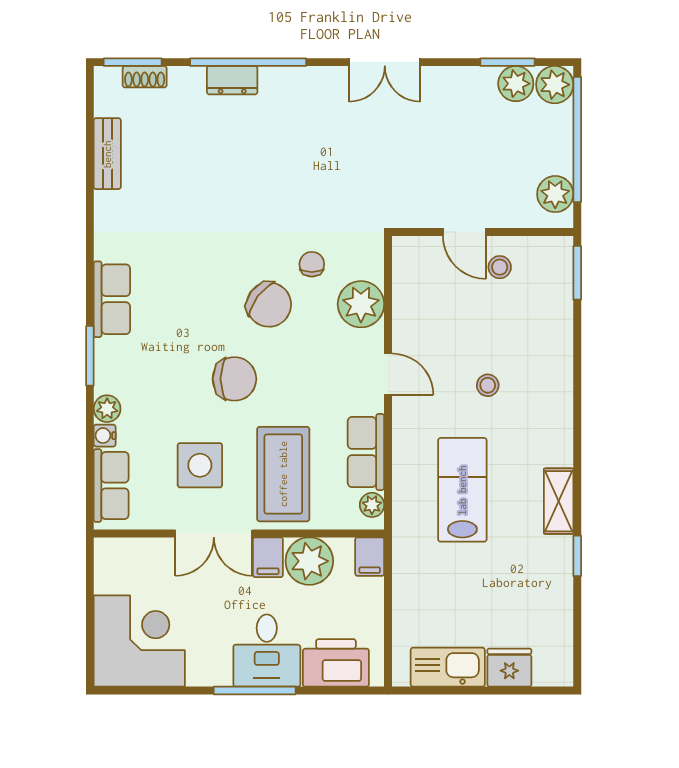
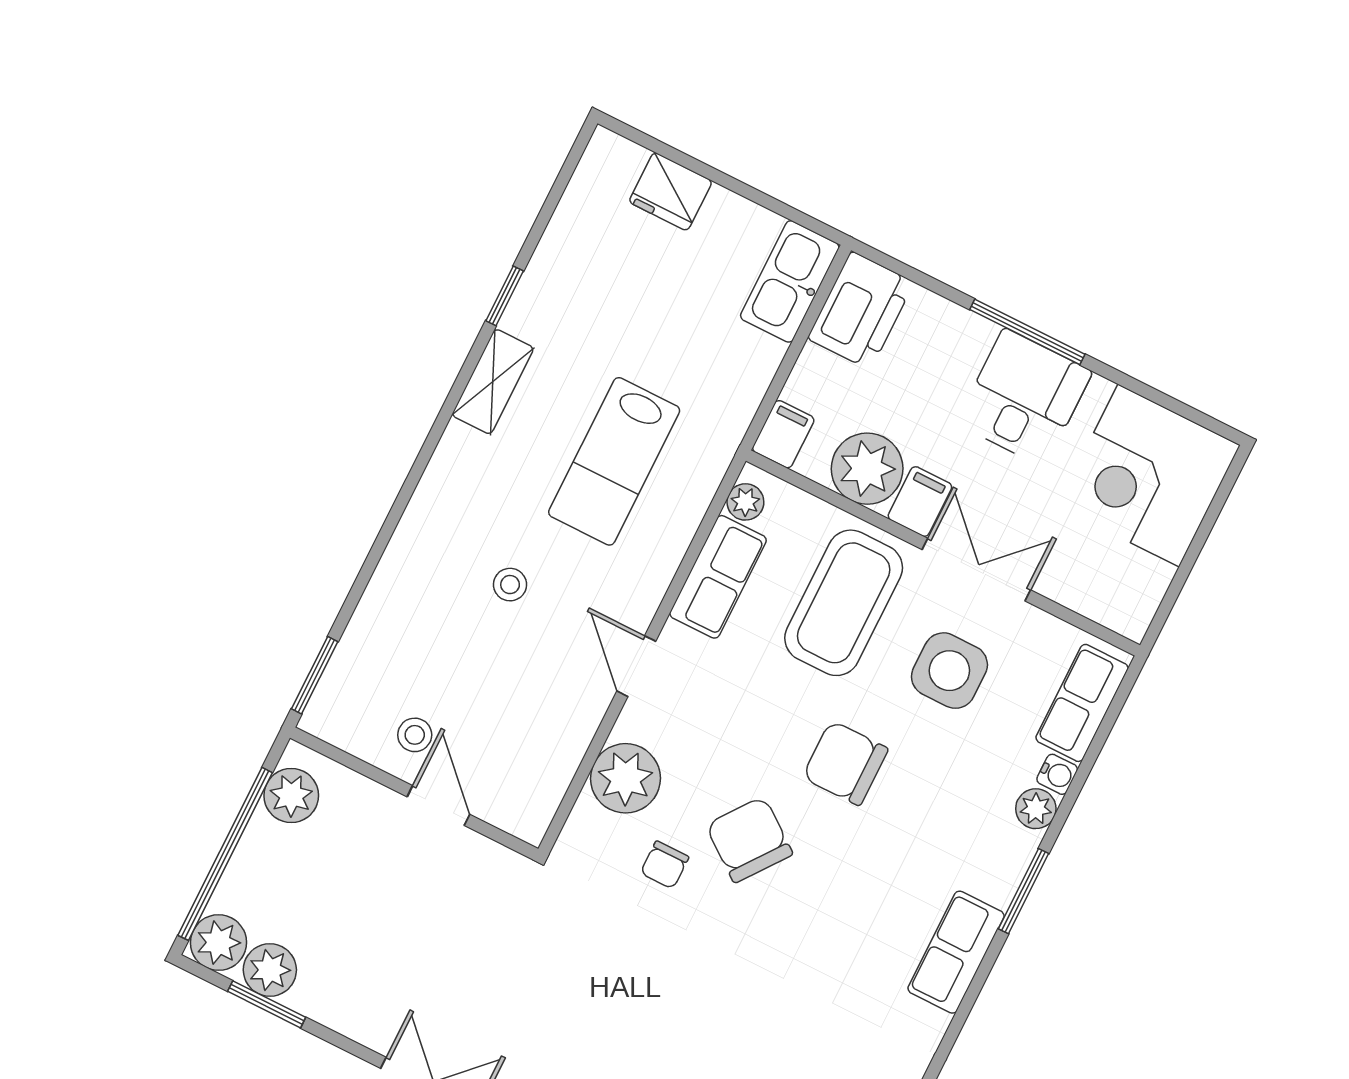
desk: (267, 651) -> (1024, 397), moved
printer: (336, 663) -> (861, 310), moved, turned -90
kitchen sink: (448, 667) -> (790, 281), moved, turned 90

